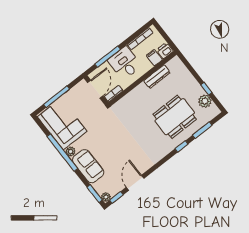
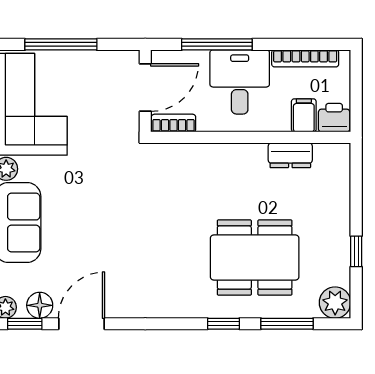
dresser: (157, 77) -> (290, 155), width x0.70
plant: (205, 101) -> (335, 303), moved
floor lamp: (117, 188) -> (40, 305), added

